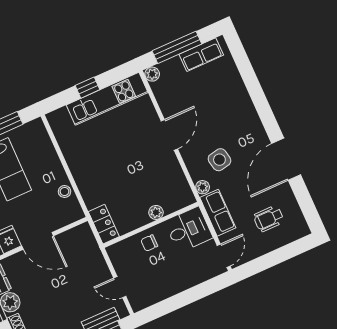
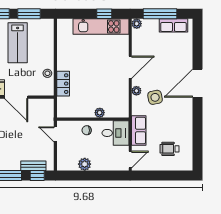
window: (87, 88) -> (104, 14), moved
door: (286, 159) -> (198, 83), moved
plant: (203, 187) -> (136, 91), moved
locker: (104, 224) -> (63, 84), moved
door: (120, 287) -> (55, 134), moved
plant: (167, 289) -> (85, 164), added

